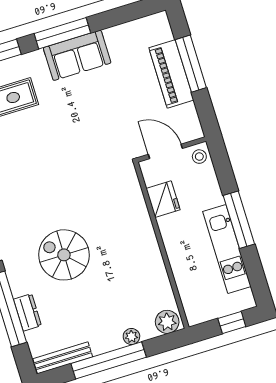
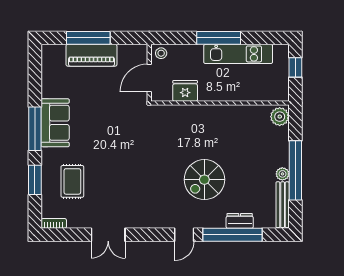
plant: (131, 337) -> (282, 174), moved

